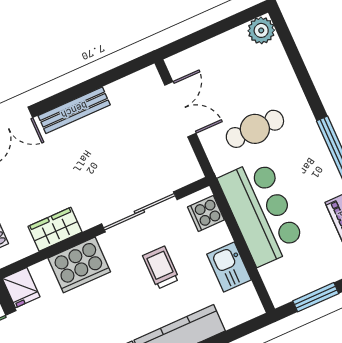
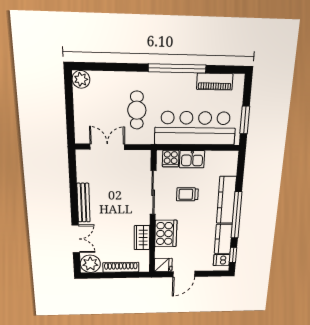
bar counter: (262, 212) -> (195, 128), width x1.36
kitchen sink: (229, 267) -> (192, 159), moved

